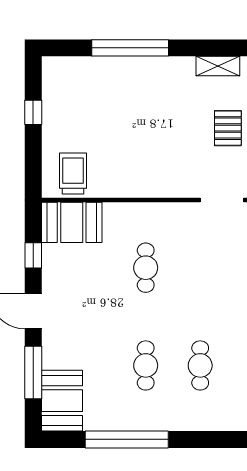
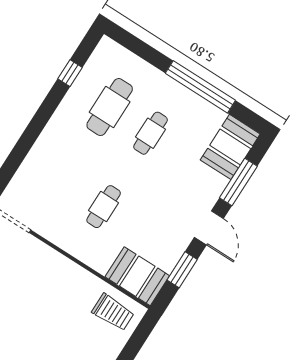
trolley: (73, 174) -> (113, 312), turned -90
window: (33, 255) -> (182, 270), width x1.50
cafe table: (200, 365) -> (110, 107), width x1.37, depth x1.35

